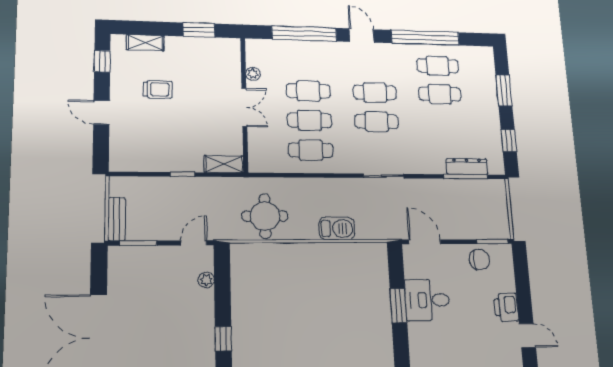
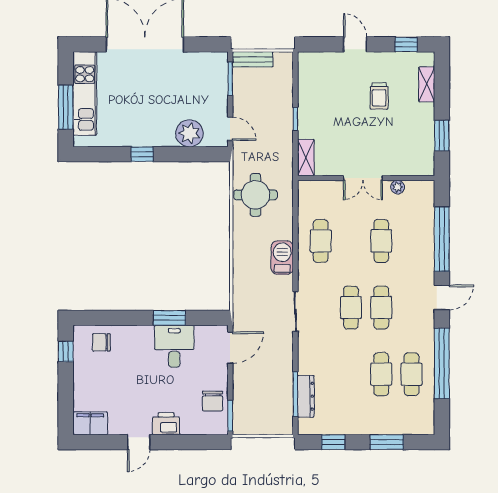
door: (101, 112) -> (355, 44), hinge flipped
cafe table: (310, 120) -> (351, 241), removed
barbecue: (337, 229) -> (282, 258), moved, turned 180
plant: (206, 280) -> (189, 133), width x1.87, depth x1.87

